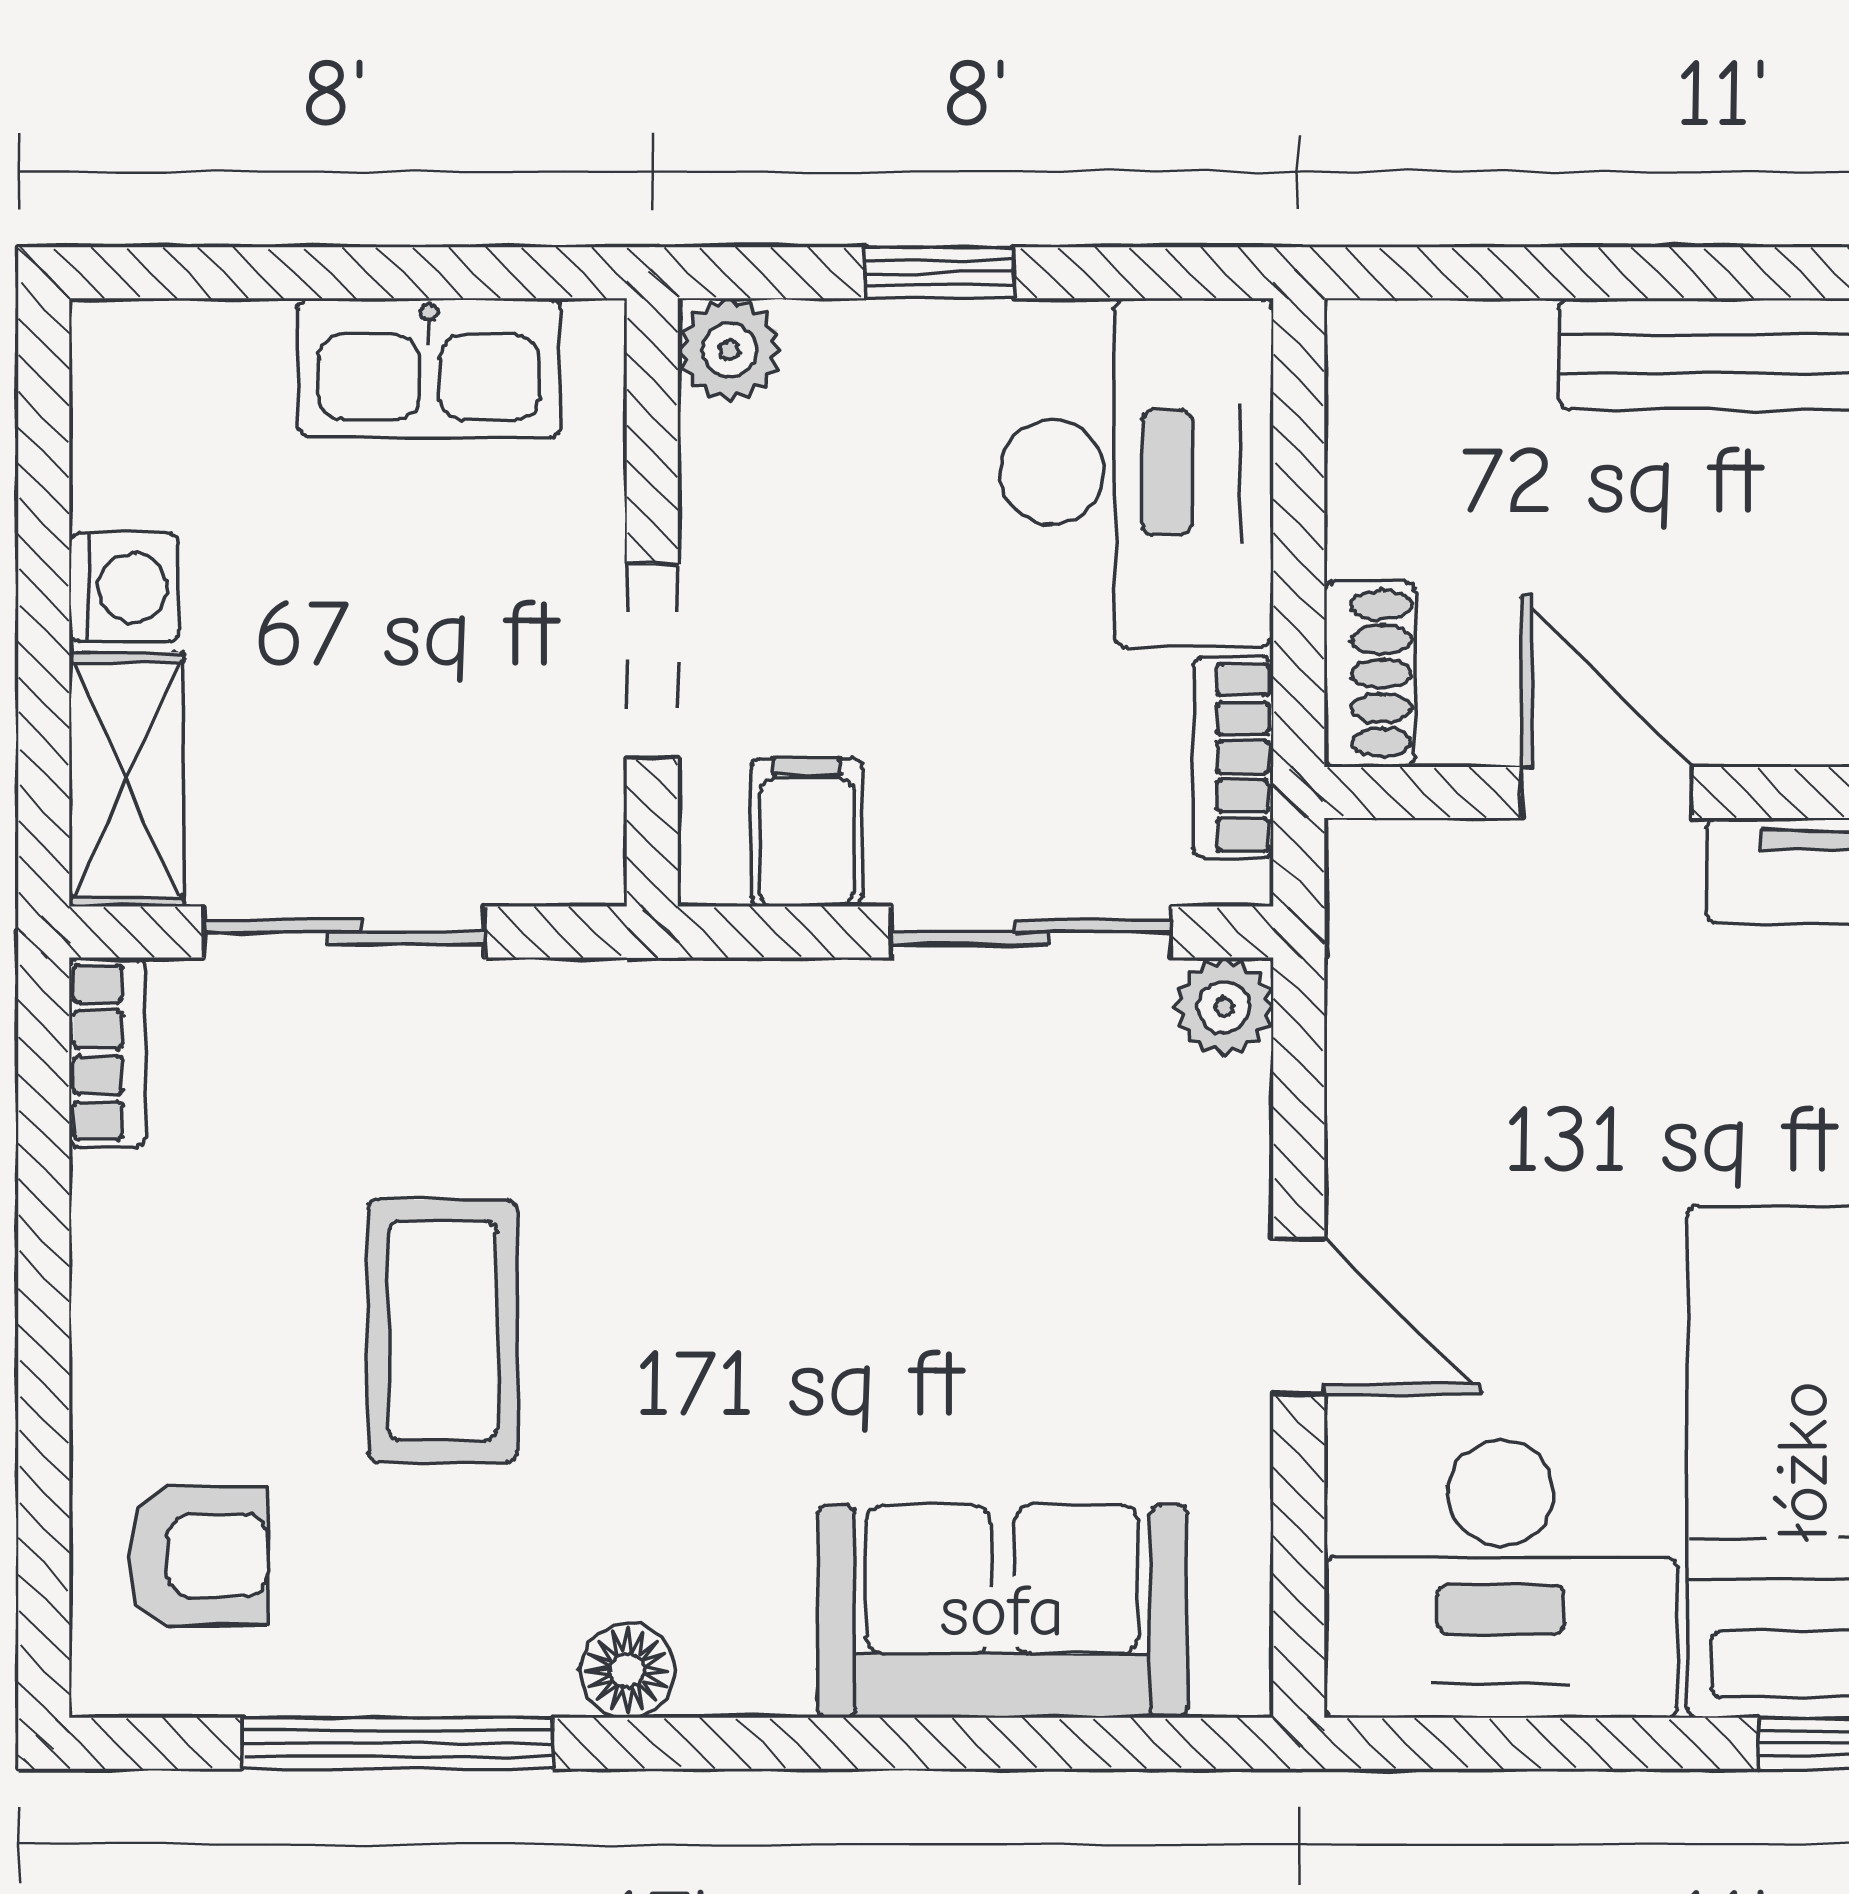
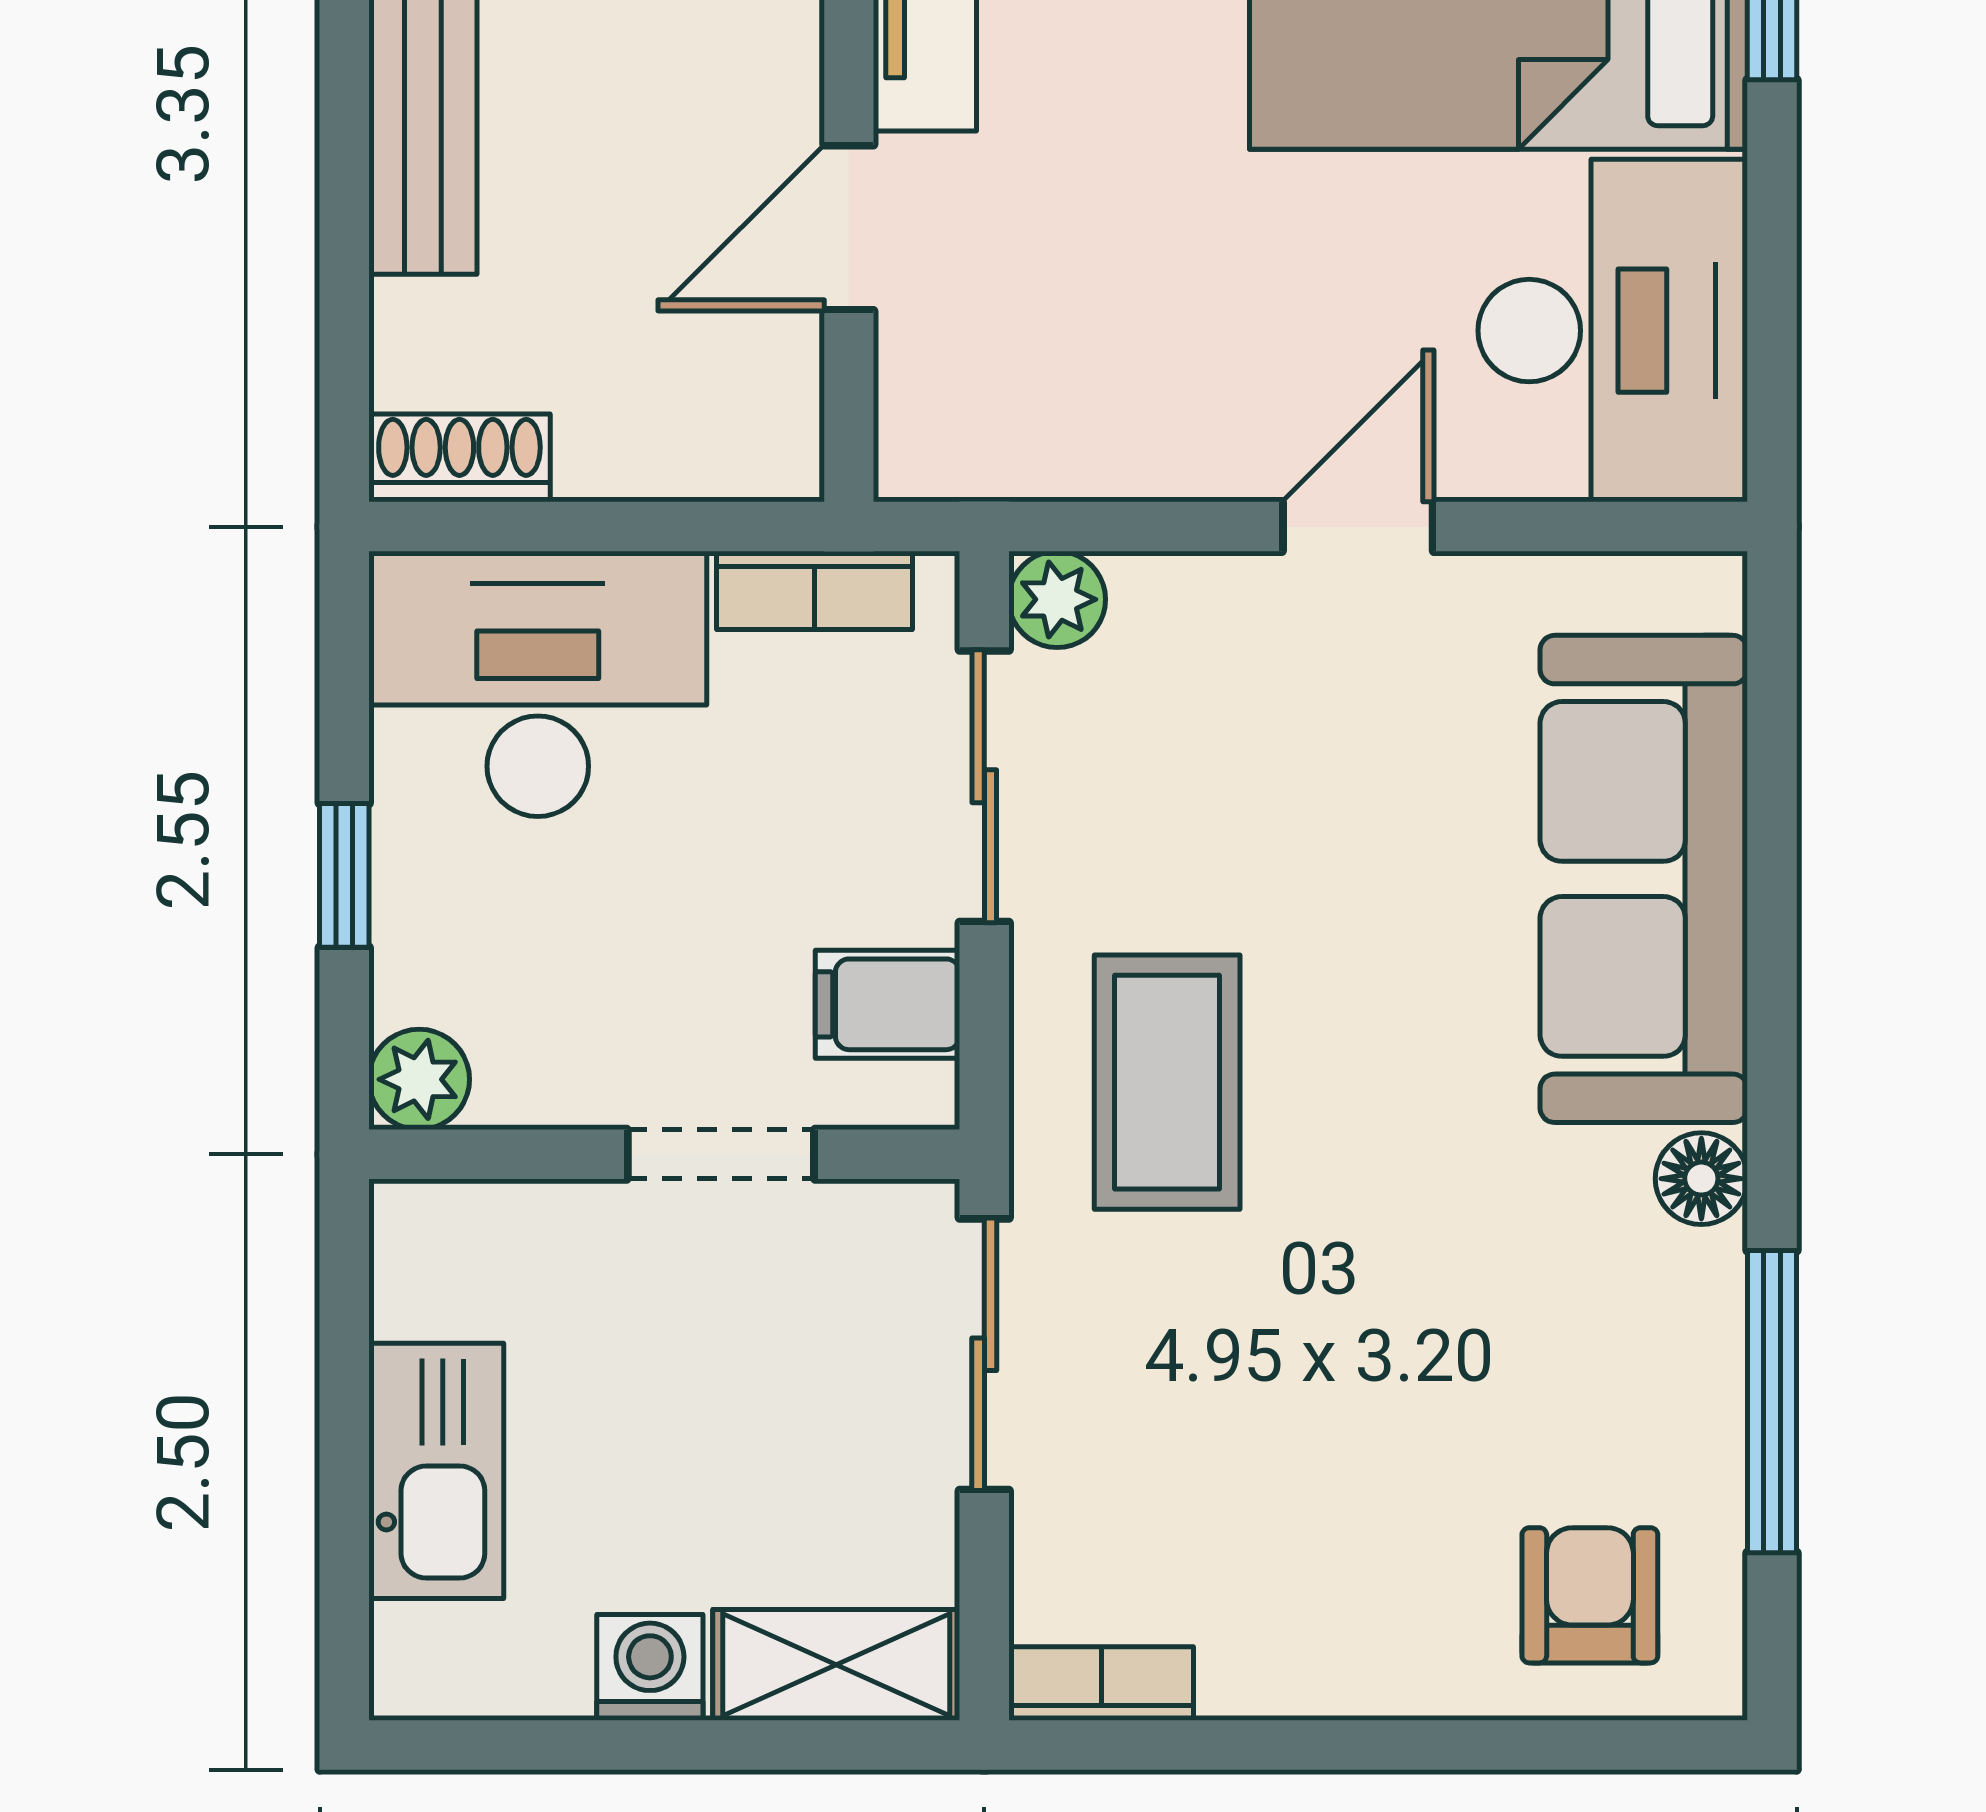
kitchen sink: (429, 367) -> (436, 1471), moved
shoe rack: (1369, 674) -> (459, 458), moved
sliding door: (344, 932) -> (984, 1354), moved
coffee table: (443, 1331) -> (1167, 1082), moved, turned 90
sofa: (1002, 1611) -> (1644, 879), width x1.36

